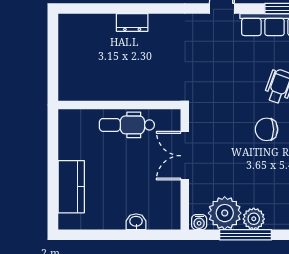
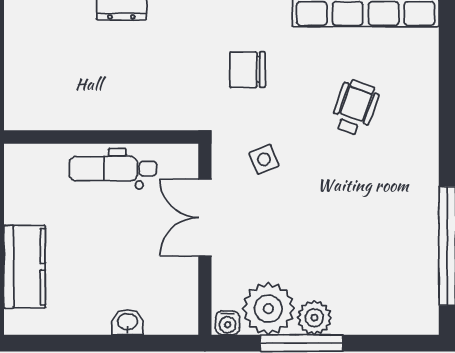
side table: (222, 119) -> (264, 159), added
chair: (266, 129) -> (248, 70), moved

